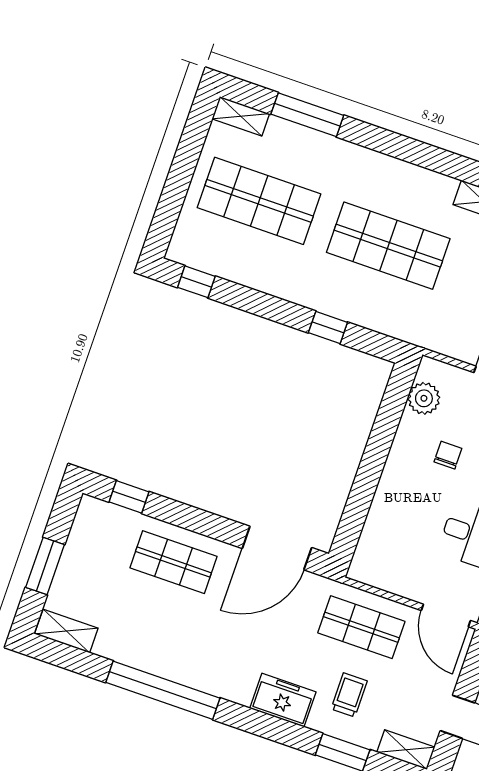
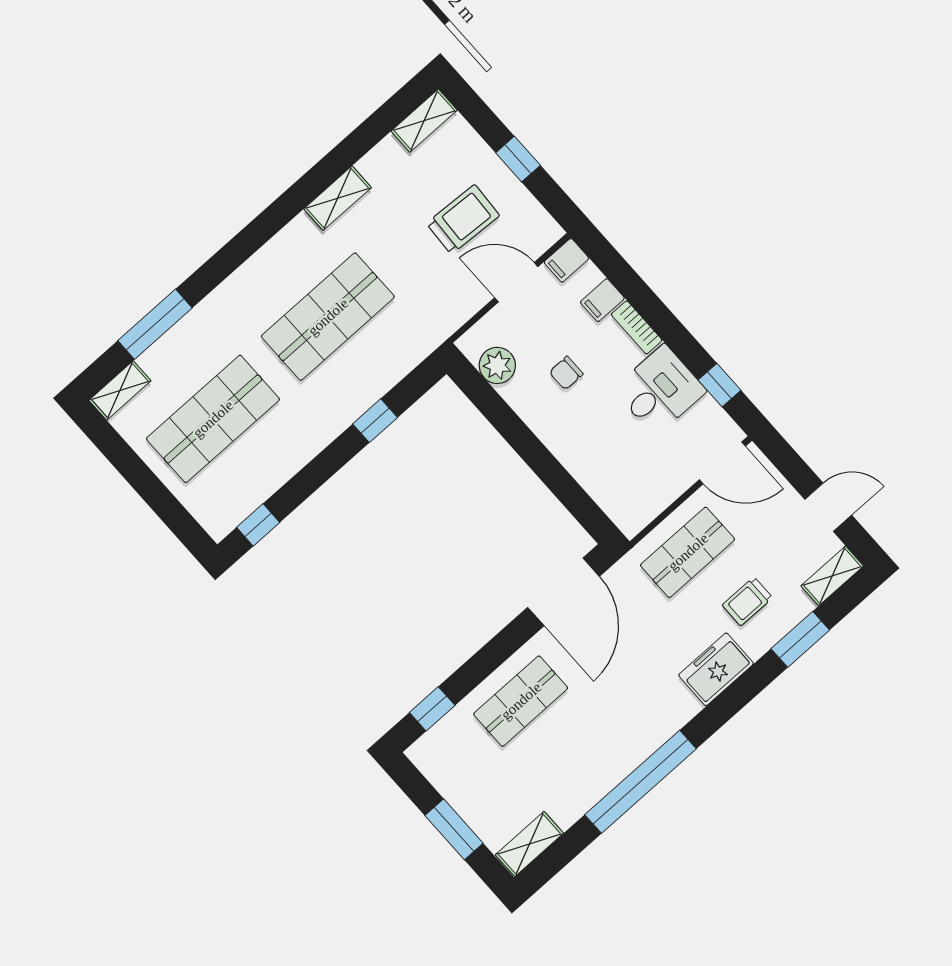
chair: (448, 455) -> (566, 373), turned -90
trolley: (349, 695) -> (747, 601), turned -90

